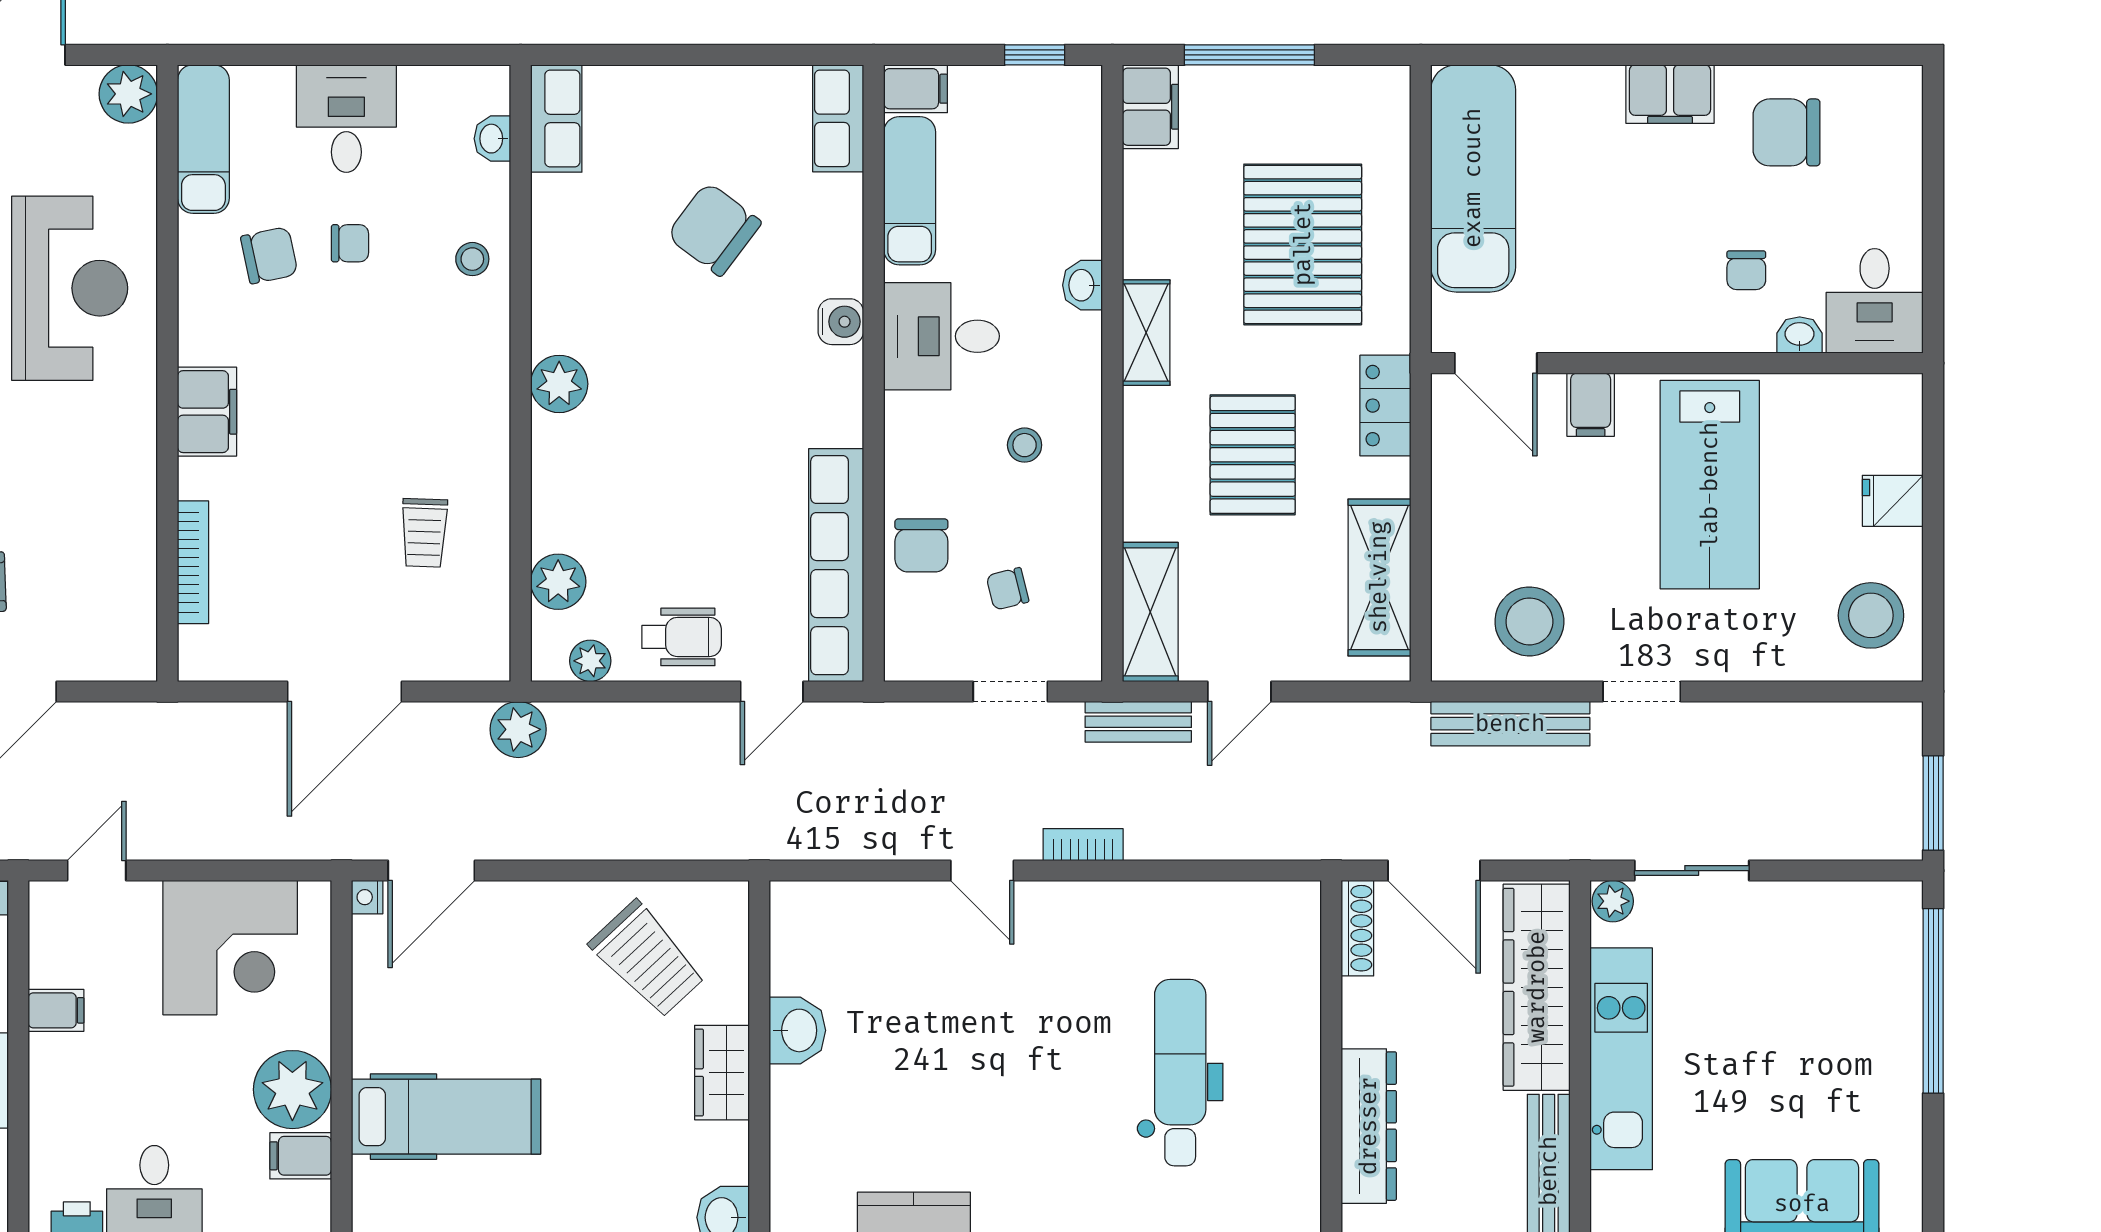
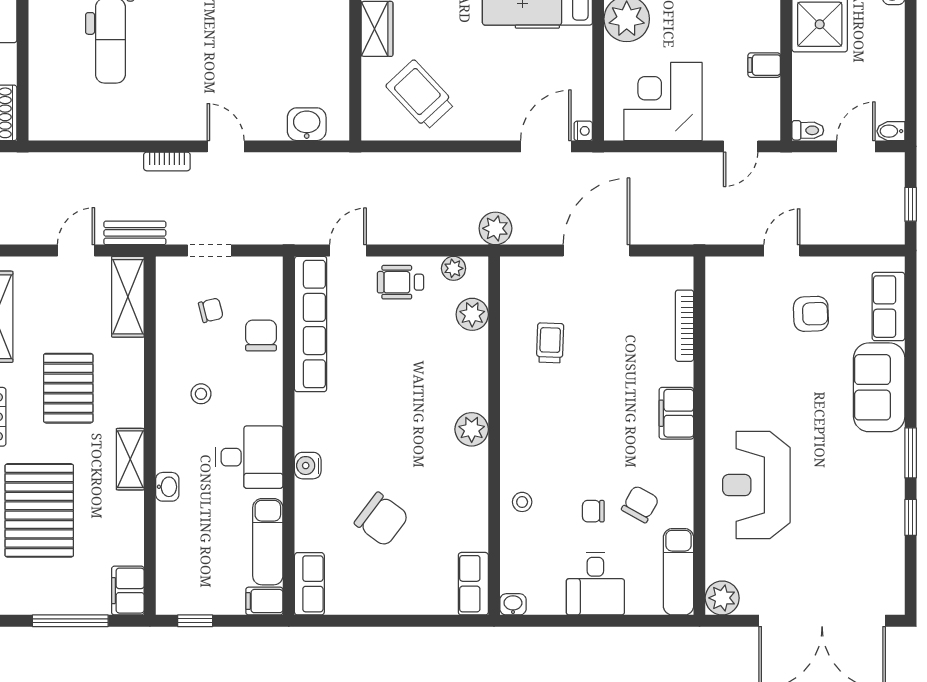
washbasin: (492, 139) -> (513, 604), moved, turned -90
chair: (269, 255) -> (640, 504), turned 131
washbasin: (797, 1030) -> (307, 124), moved, turned 90

